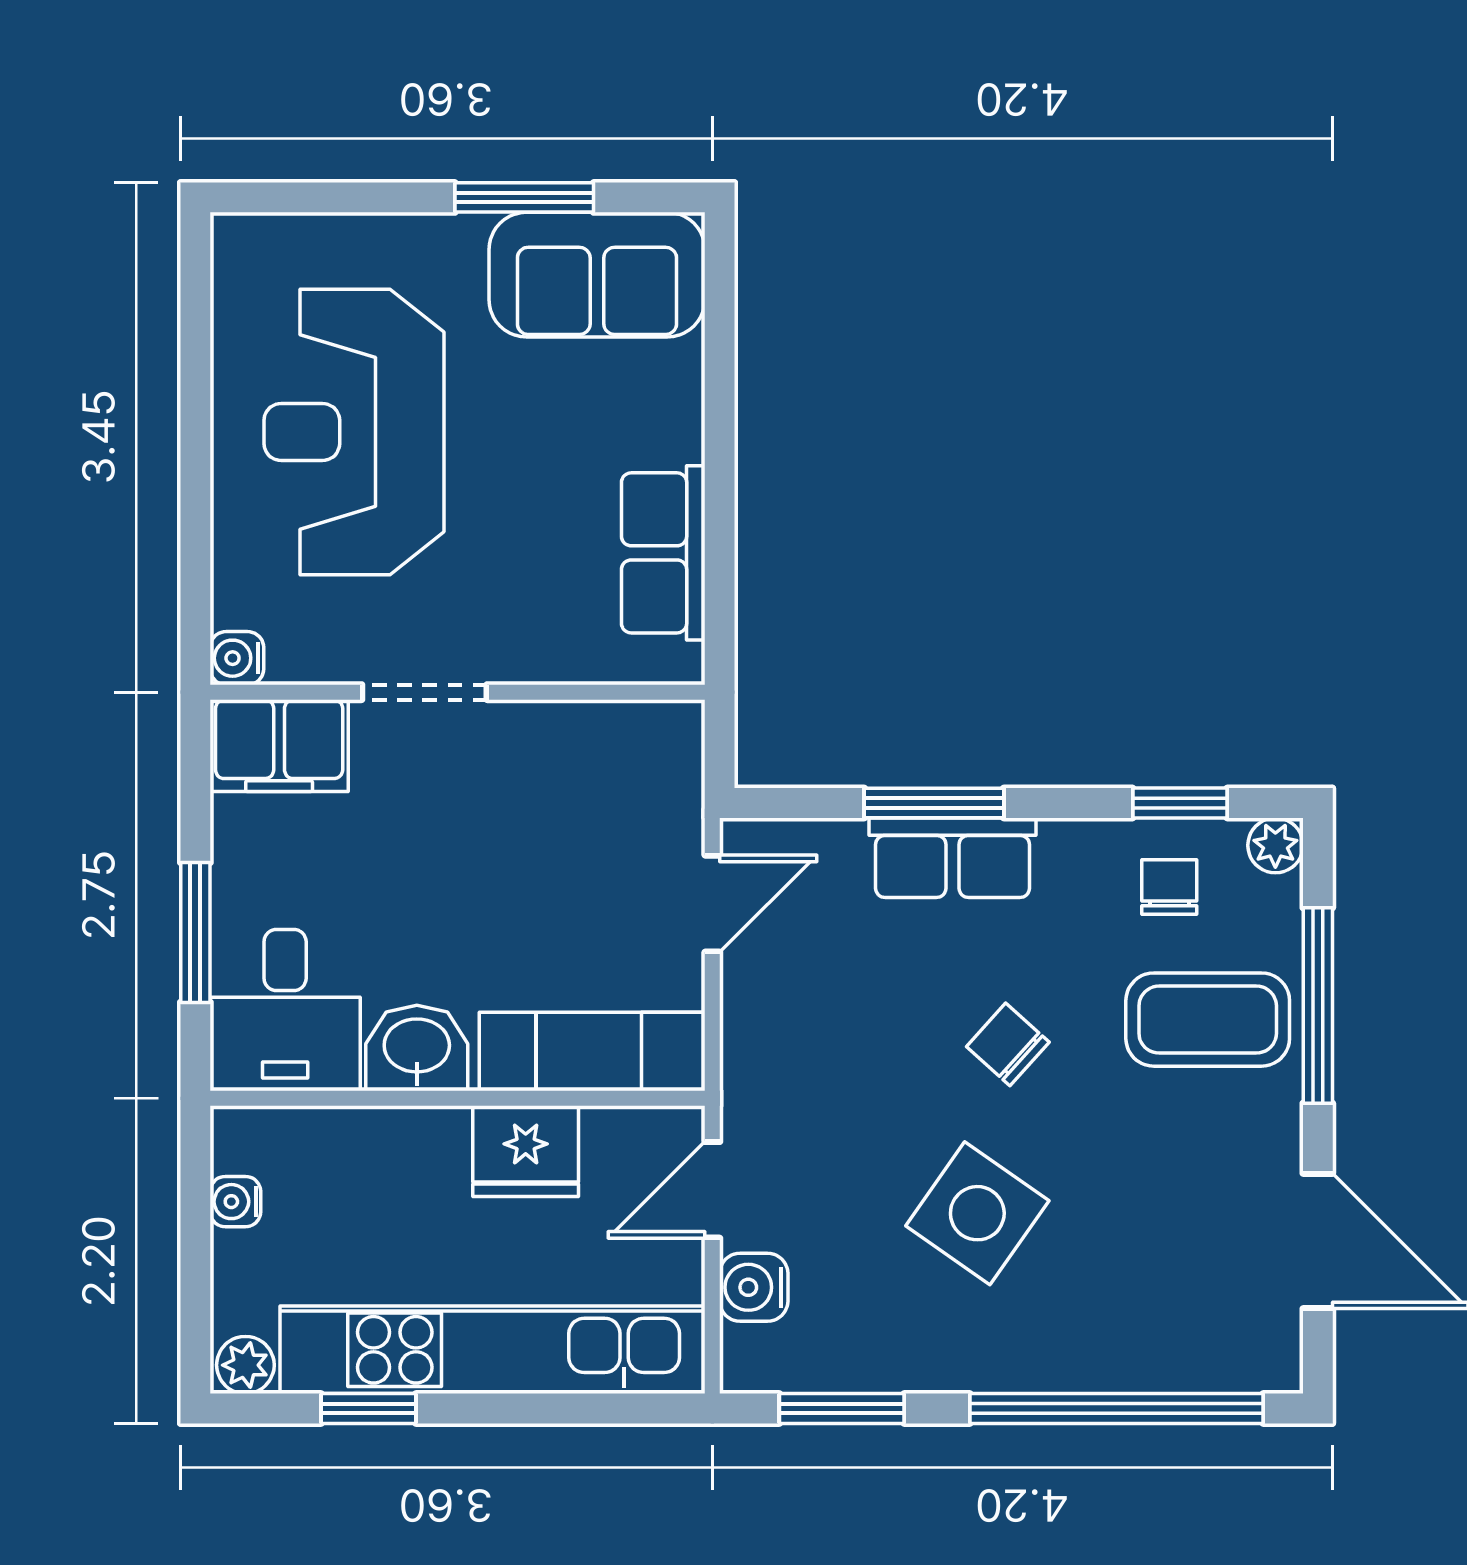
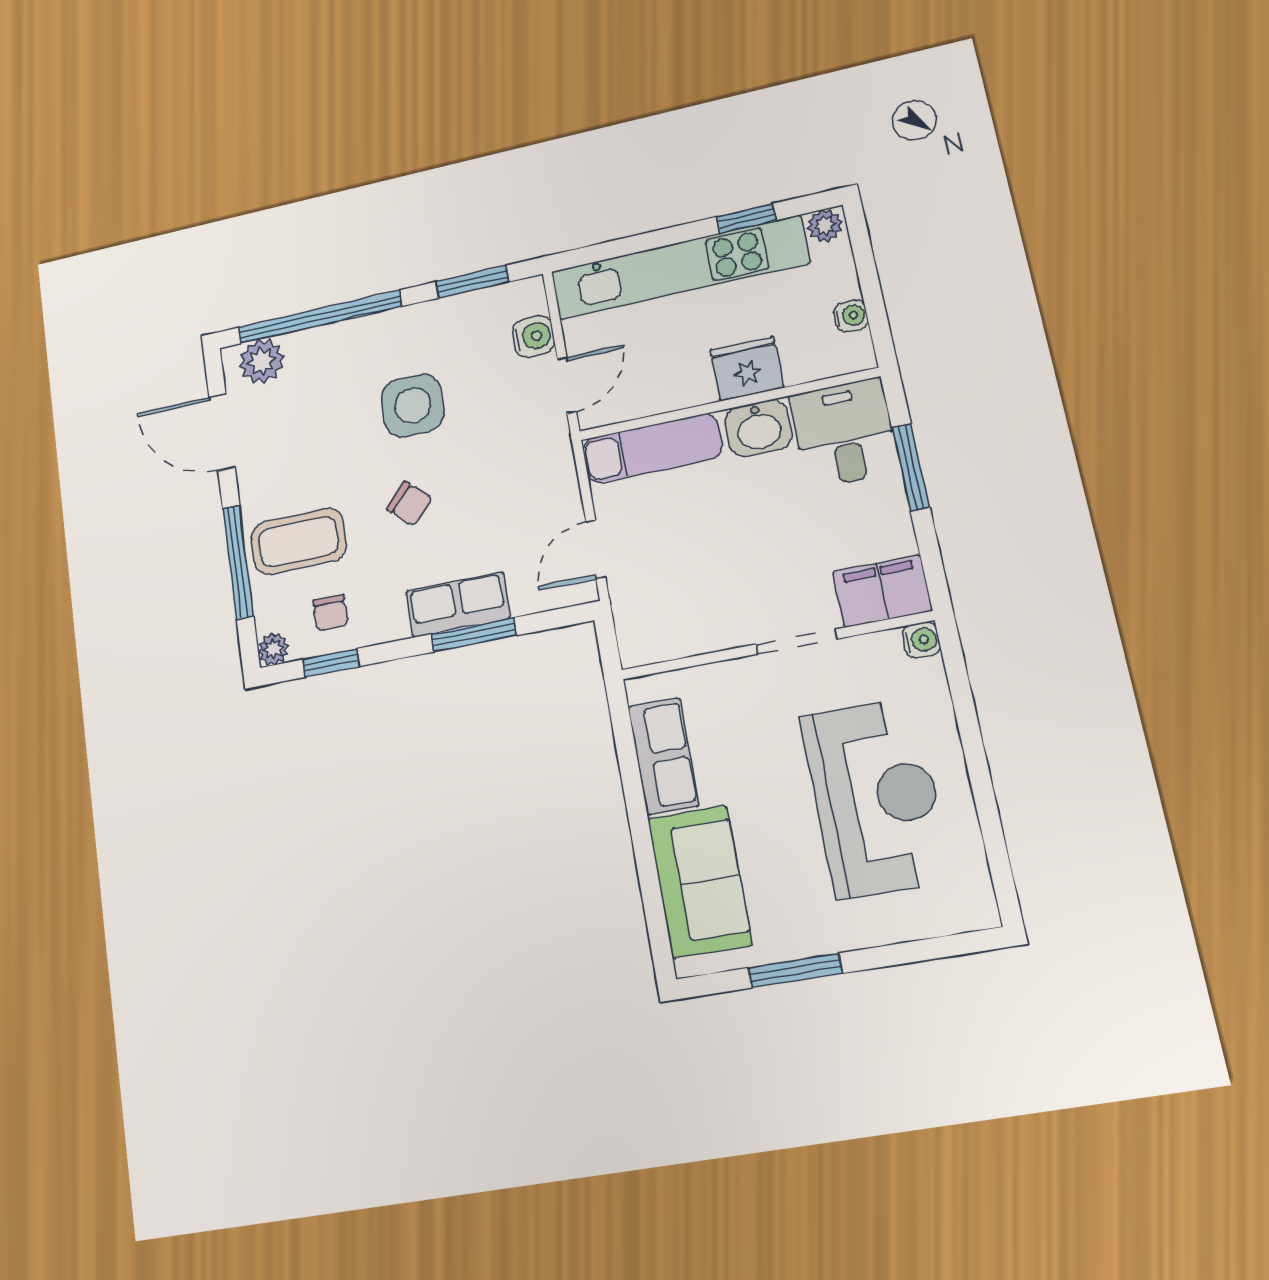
sofa: (597, 275) -> (700, 881), moved, turned 90
fridge: (526, 1151) -> (747, 369), moved
side table: (977, 1213) -> (413, 405), turned -35
plant: (1231, 1352) -> (261, 361), added

